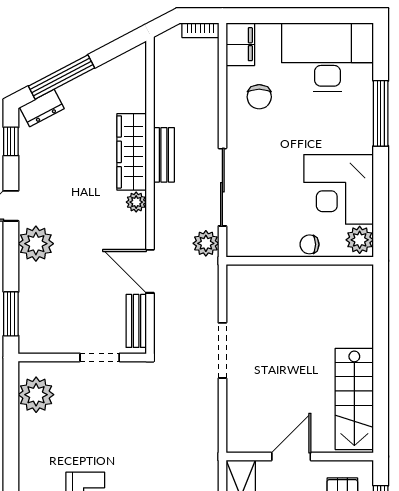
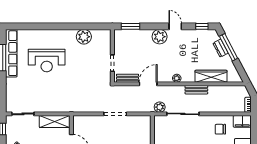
dresser: (42, 108) -> (220, 48), moved
wardrobe: (132, 152) -> (211, 76), moved
plant: (36, 395) -> (84, 37), moved

